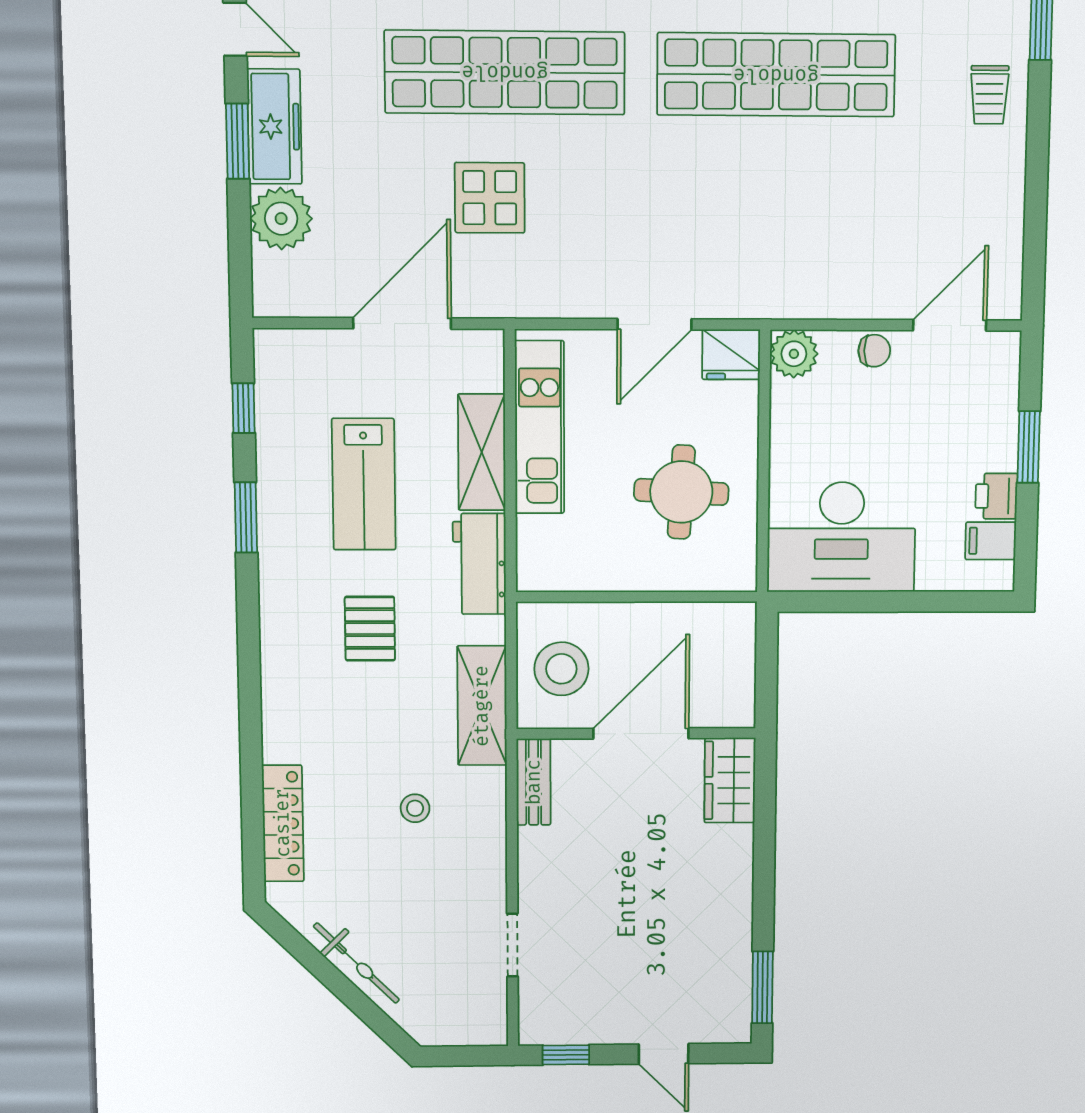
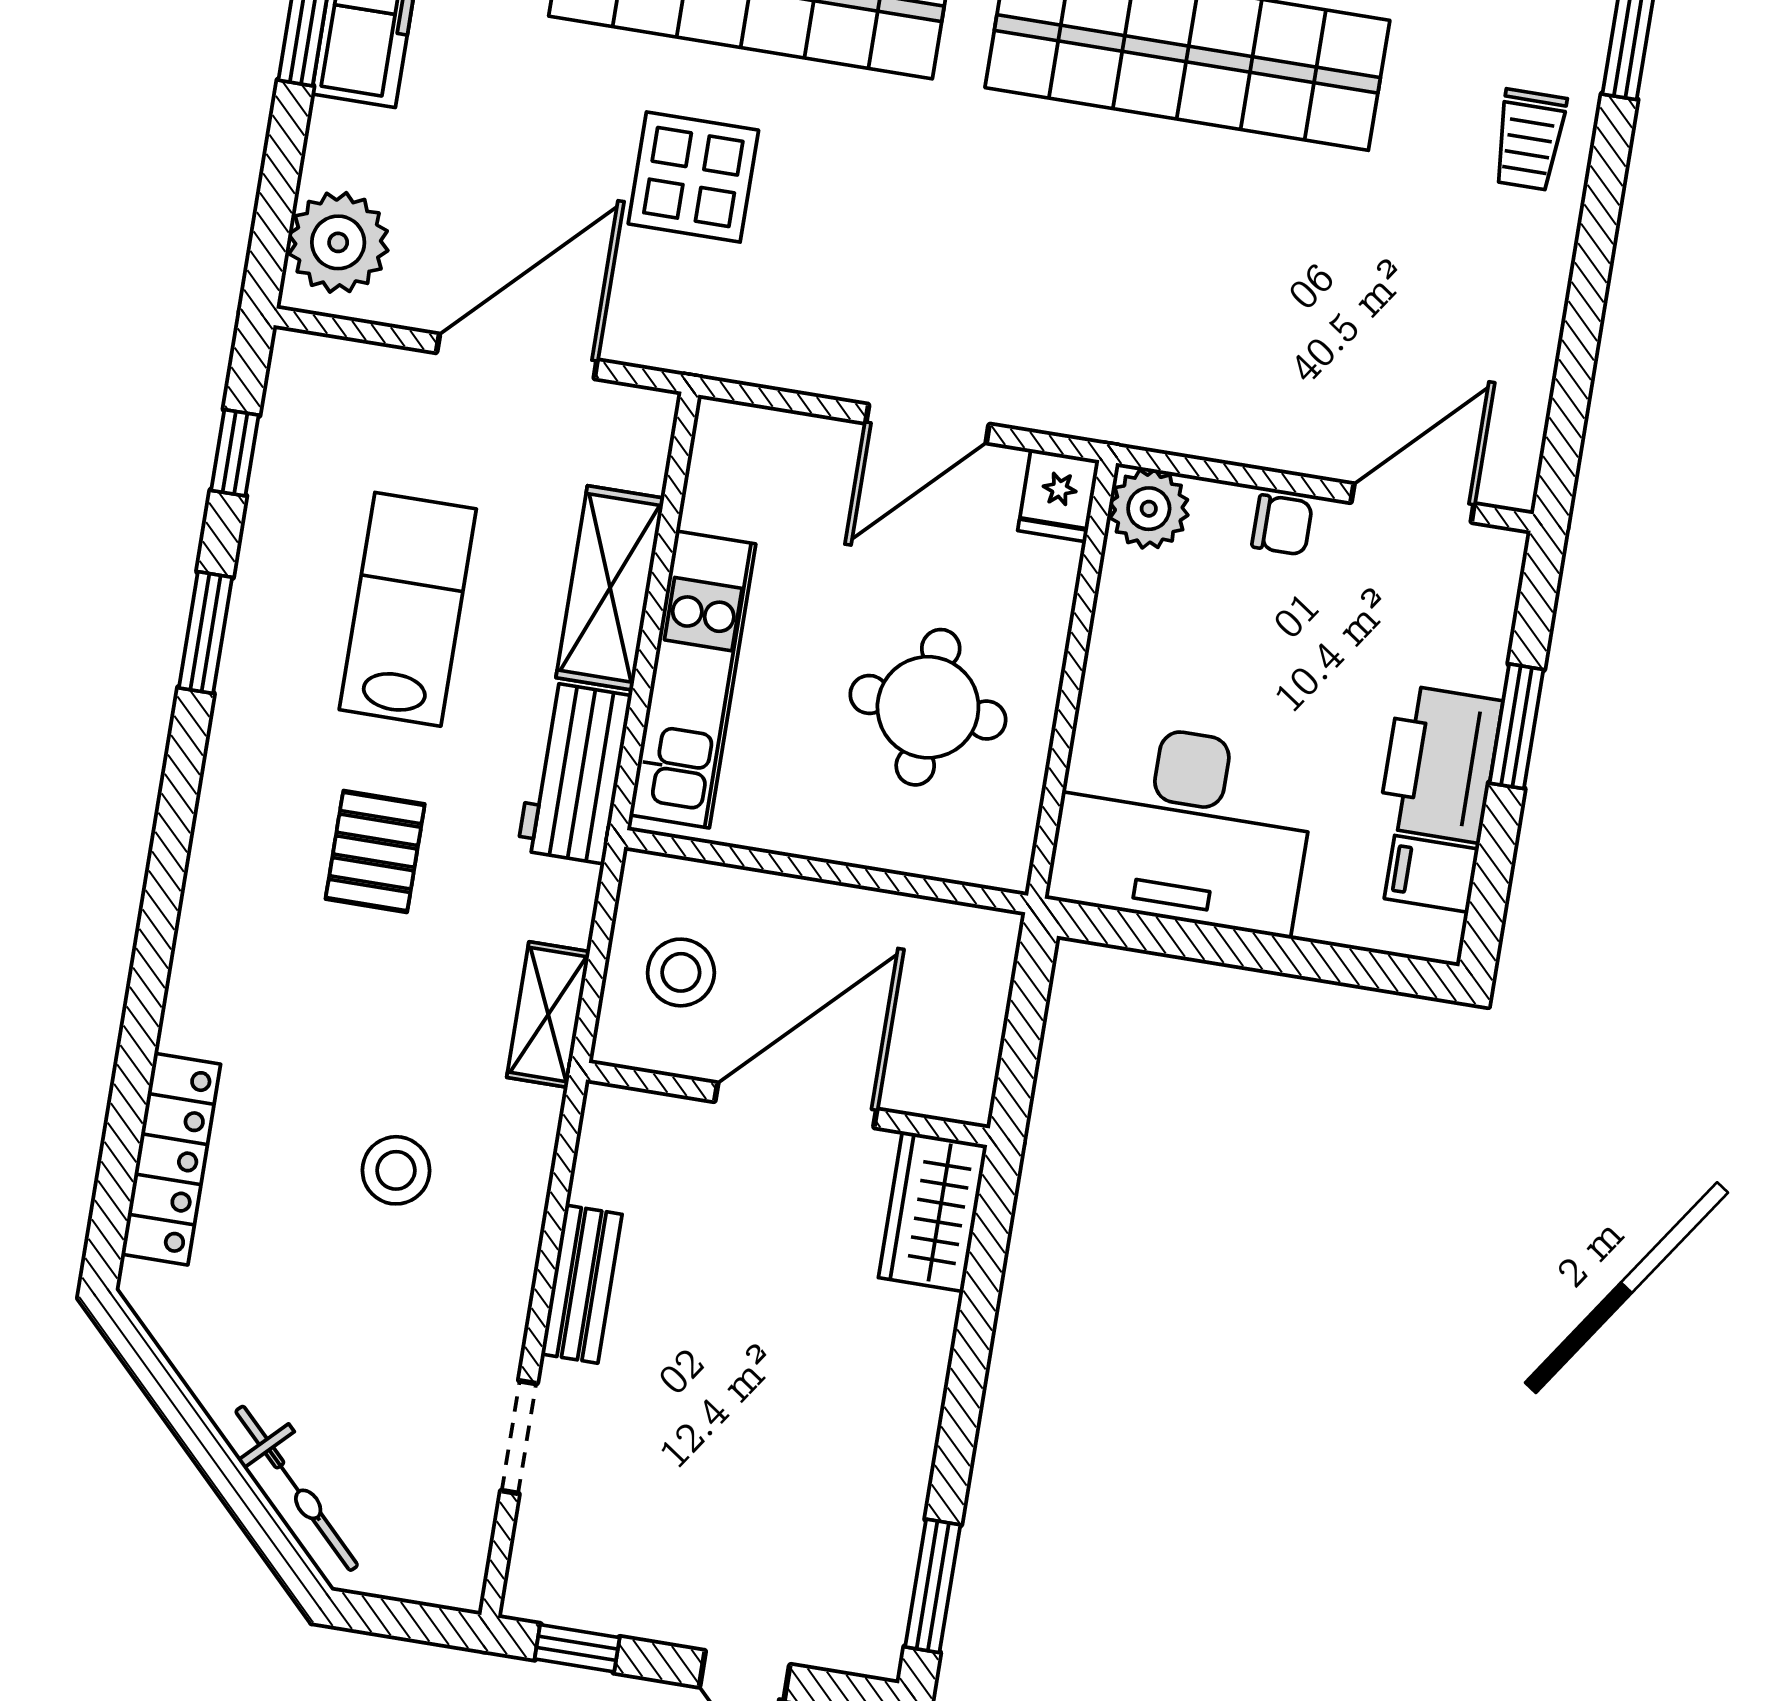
plant: (281, 219) -> (338, 242), moved
fridge: (731, 355) -> (1059, 495), width x0.72
kitchen unit: (540, 427) -> (693, 679), moved
lab bench: (364, 484) -> (408, 609), turned 180
printer: (996, 496) -> (1440, 764), width x1.87, depth x1.48
stool: (561, 669) -> (681, 972), width x0.73, depth x0.73
shelving: (482, 706) -> (548, 1015), width x0.67, depth x0.75
bench: (534, 782) -> (582, 1284), moved
stool: (415, 808) -> (396, 1170), width x1.37, depth x1.37
bicycle: (356, 963) -> (297, 1488), moved

